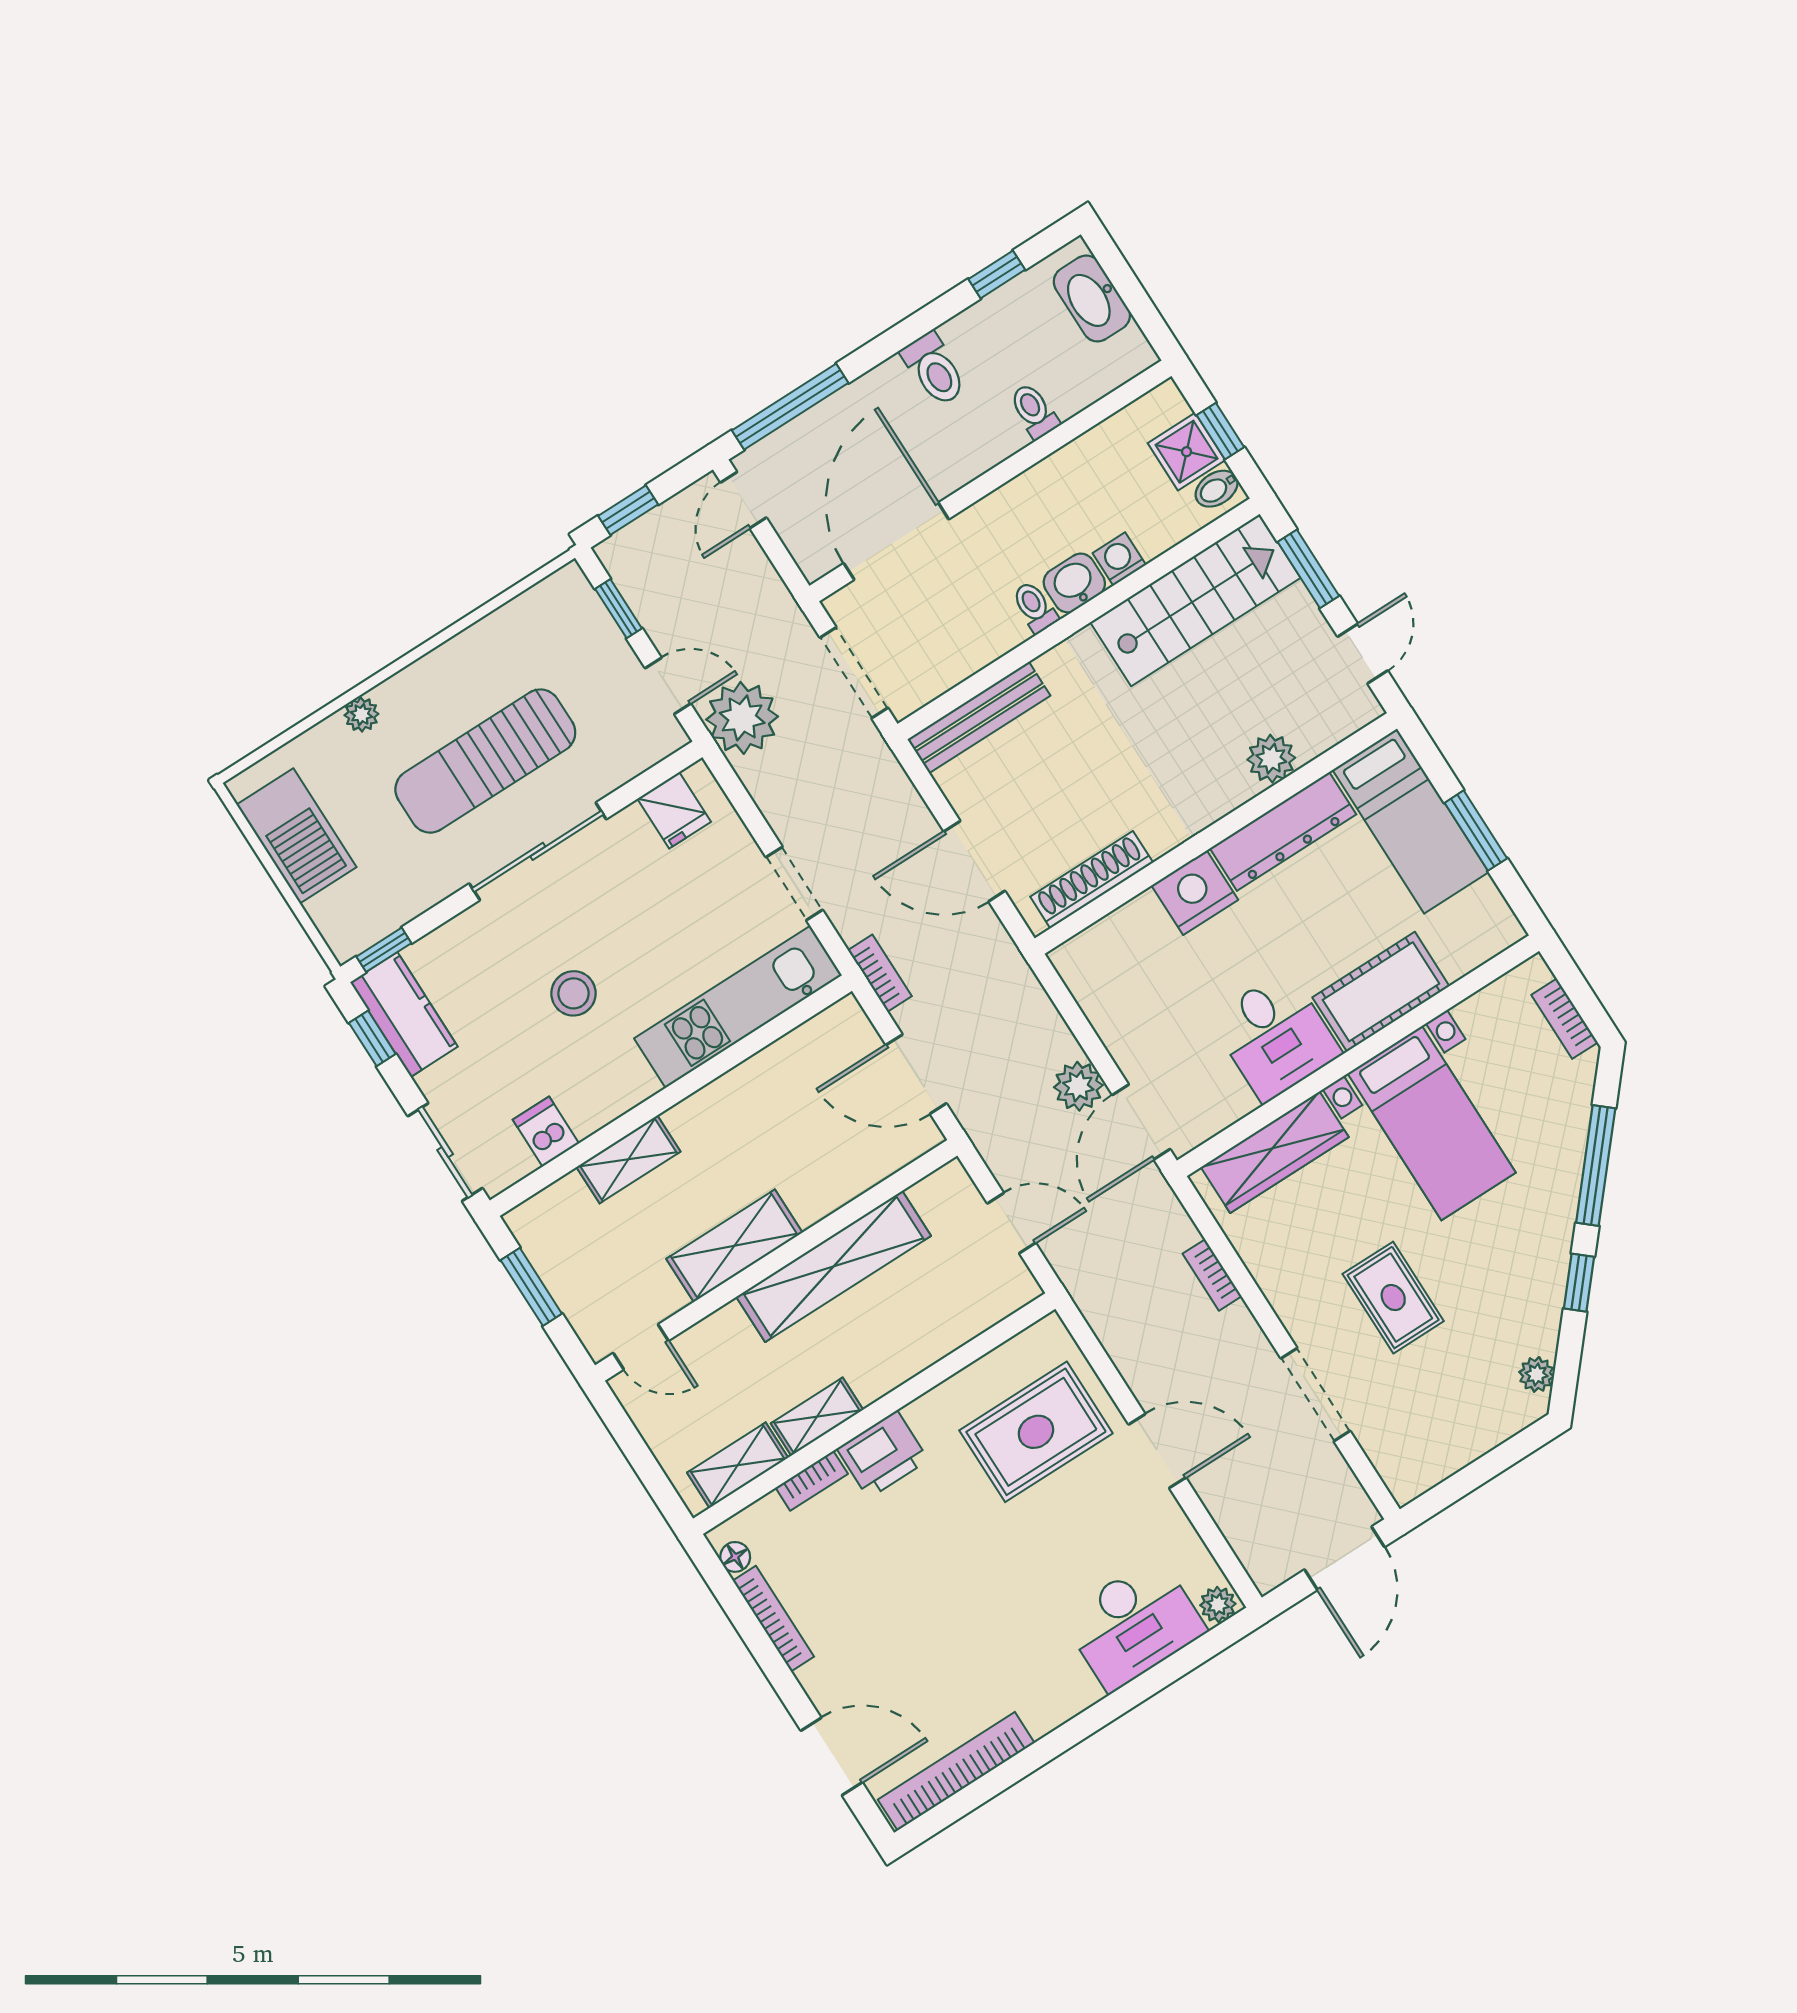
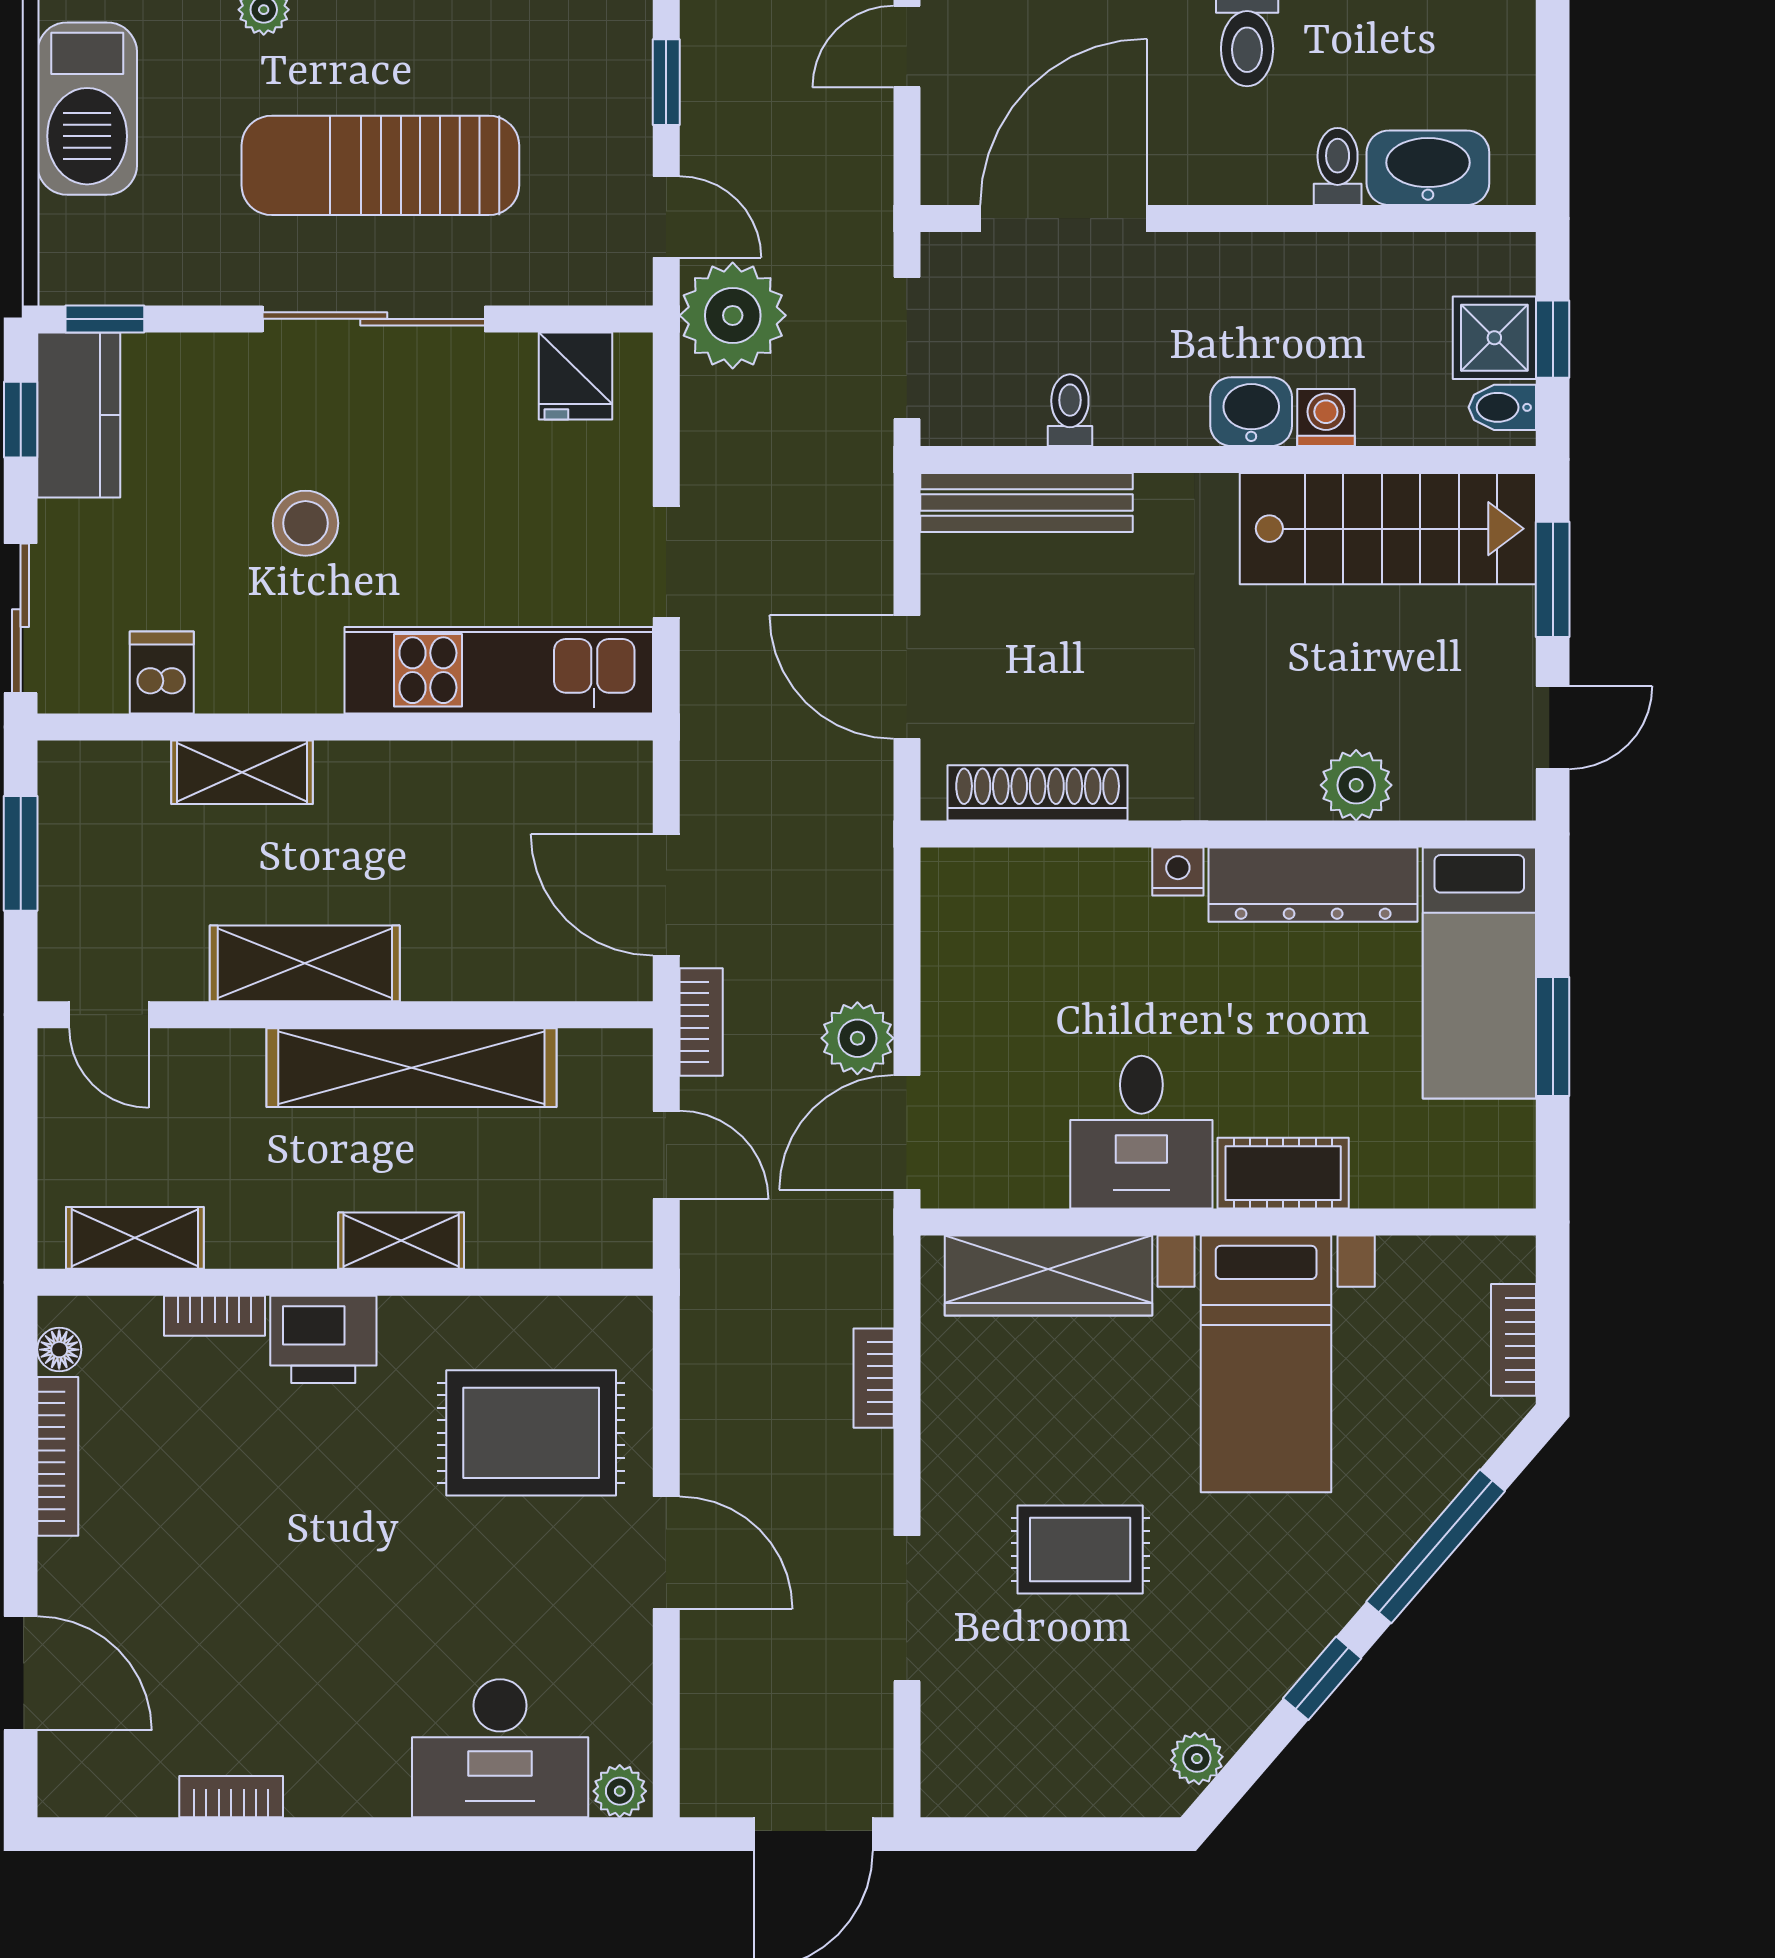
washbasin: (1092, 298) -> (1428, 168), moved, turned 90
toilet: (1035, 607) -> (1070, 410), moved
nightstand: (1195, 893) -> (1178, 872), width x0.53, depth x0.56
bookcase: (880, 973) -> (701, 1022), moved
cot: (1381, 992) -> (1283, 1173), width x0.73, depth x0.75
rug: (1393, 1298) -> (1080, 1550), turned 90
shelving: (817, 1417) -> (401, 1241), moved
bookcase: (956, 1771) -> (231, 1797), width x0.43, depth x0.76

